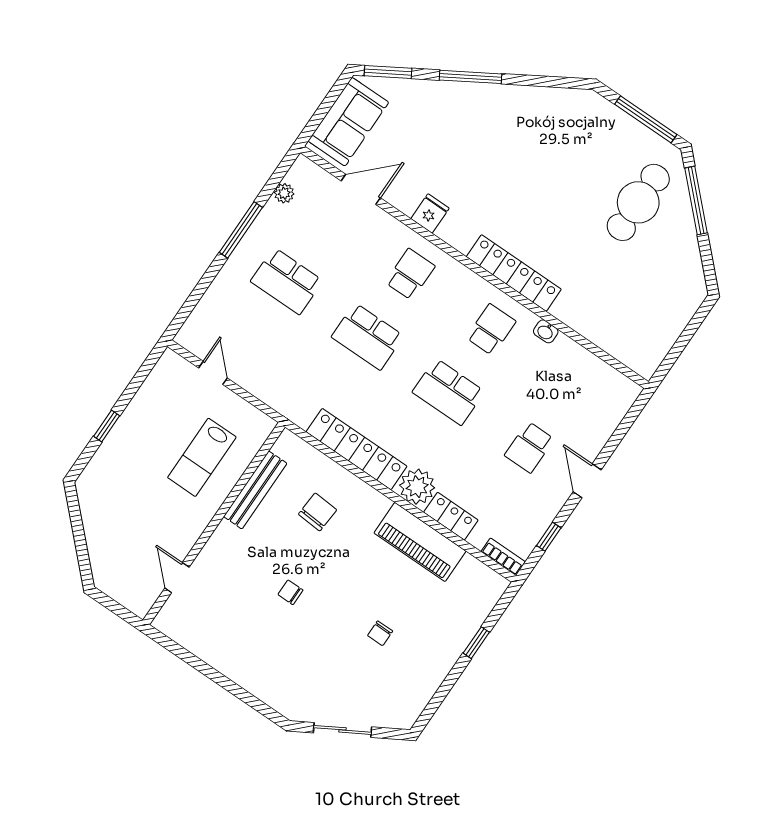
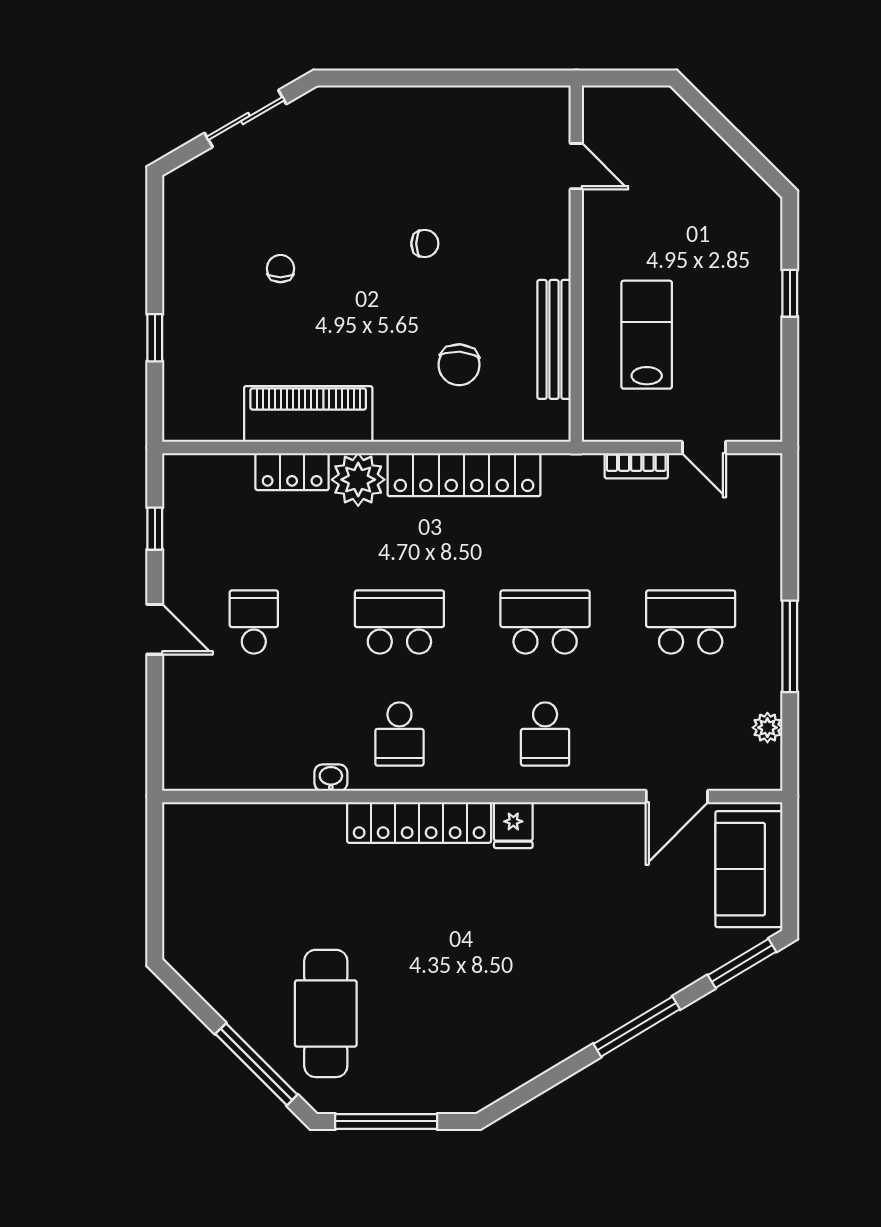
fridge: (430, 213) -> (513, 825), moved
bookcase: (503, 557) -> (636, 466), moved

